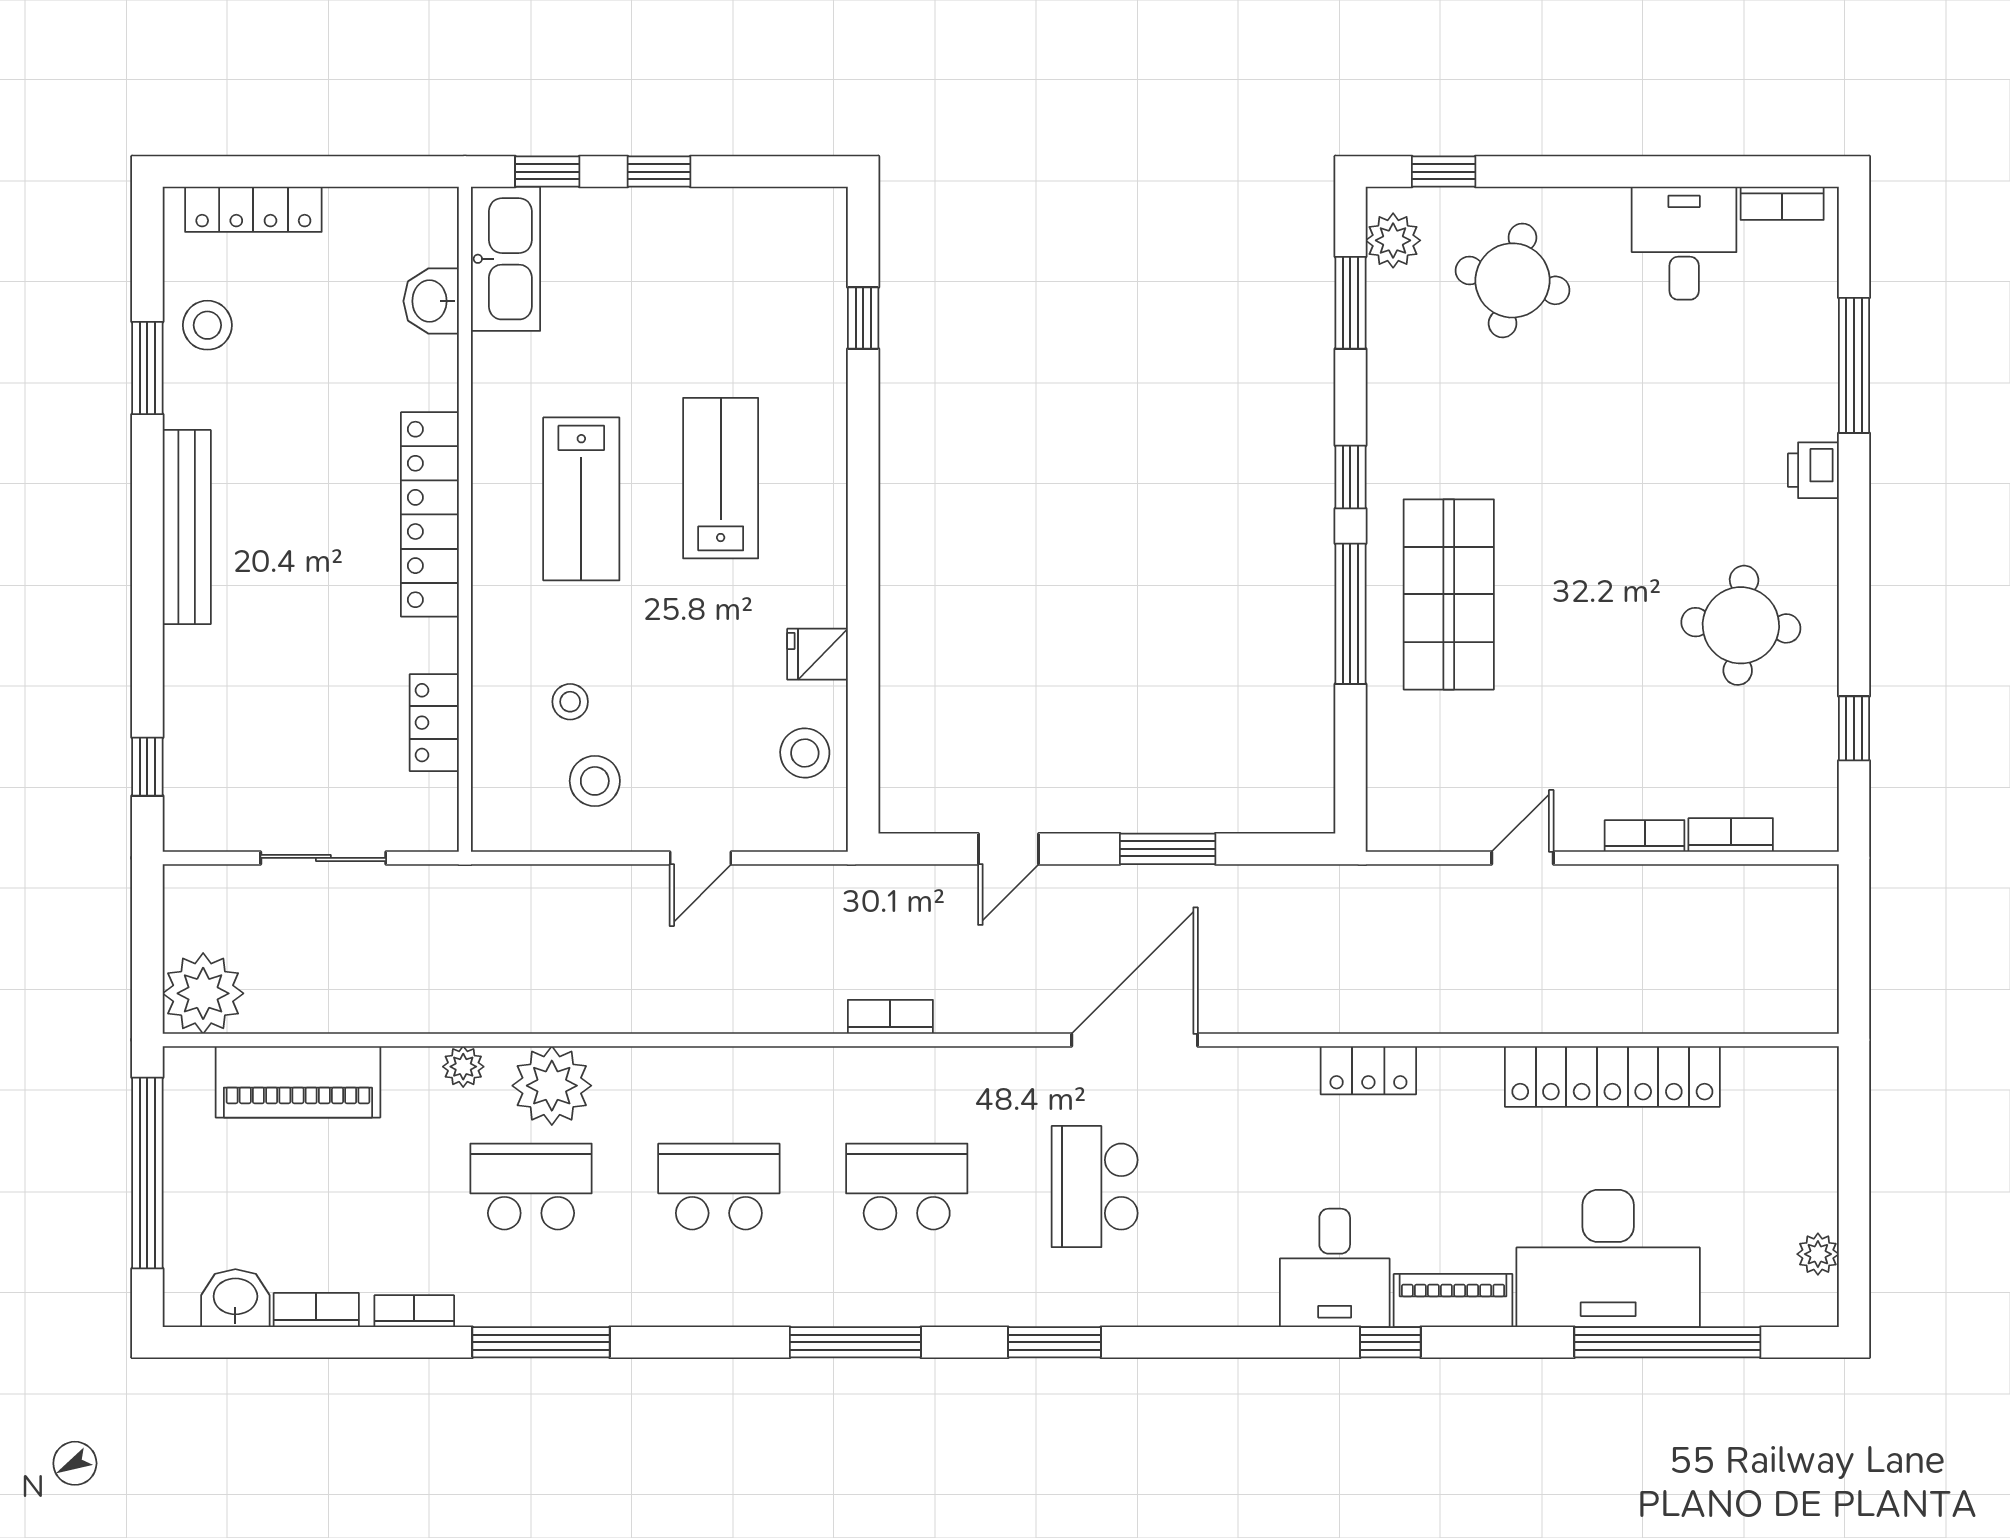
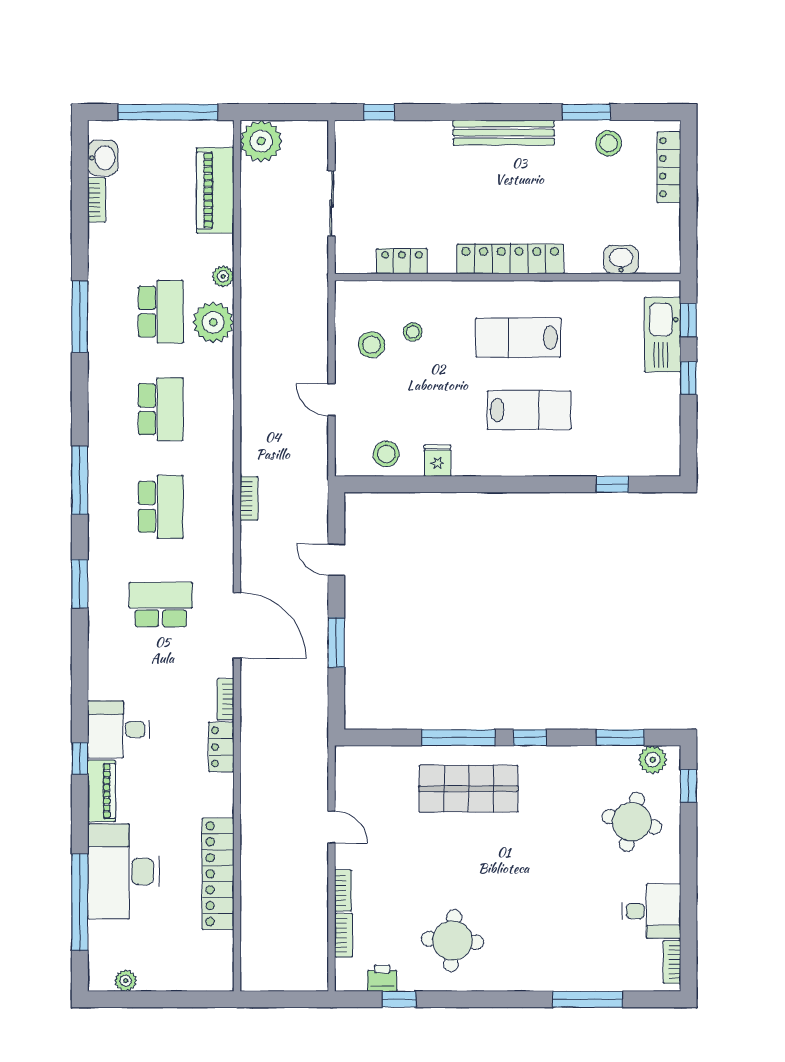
kitchen sink: (506, 259) -> (663, 335), moved, turned 90
printer: (1813, 470) -> (382, 978), moved
bookcase: (414, 1311) -> (226, 699), moved, turned 180

